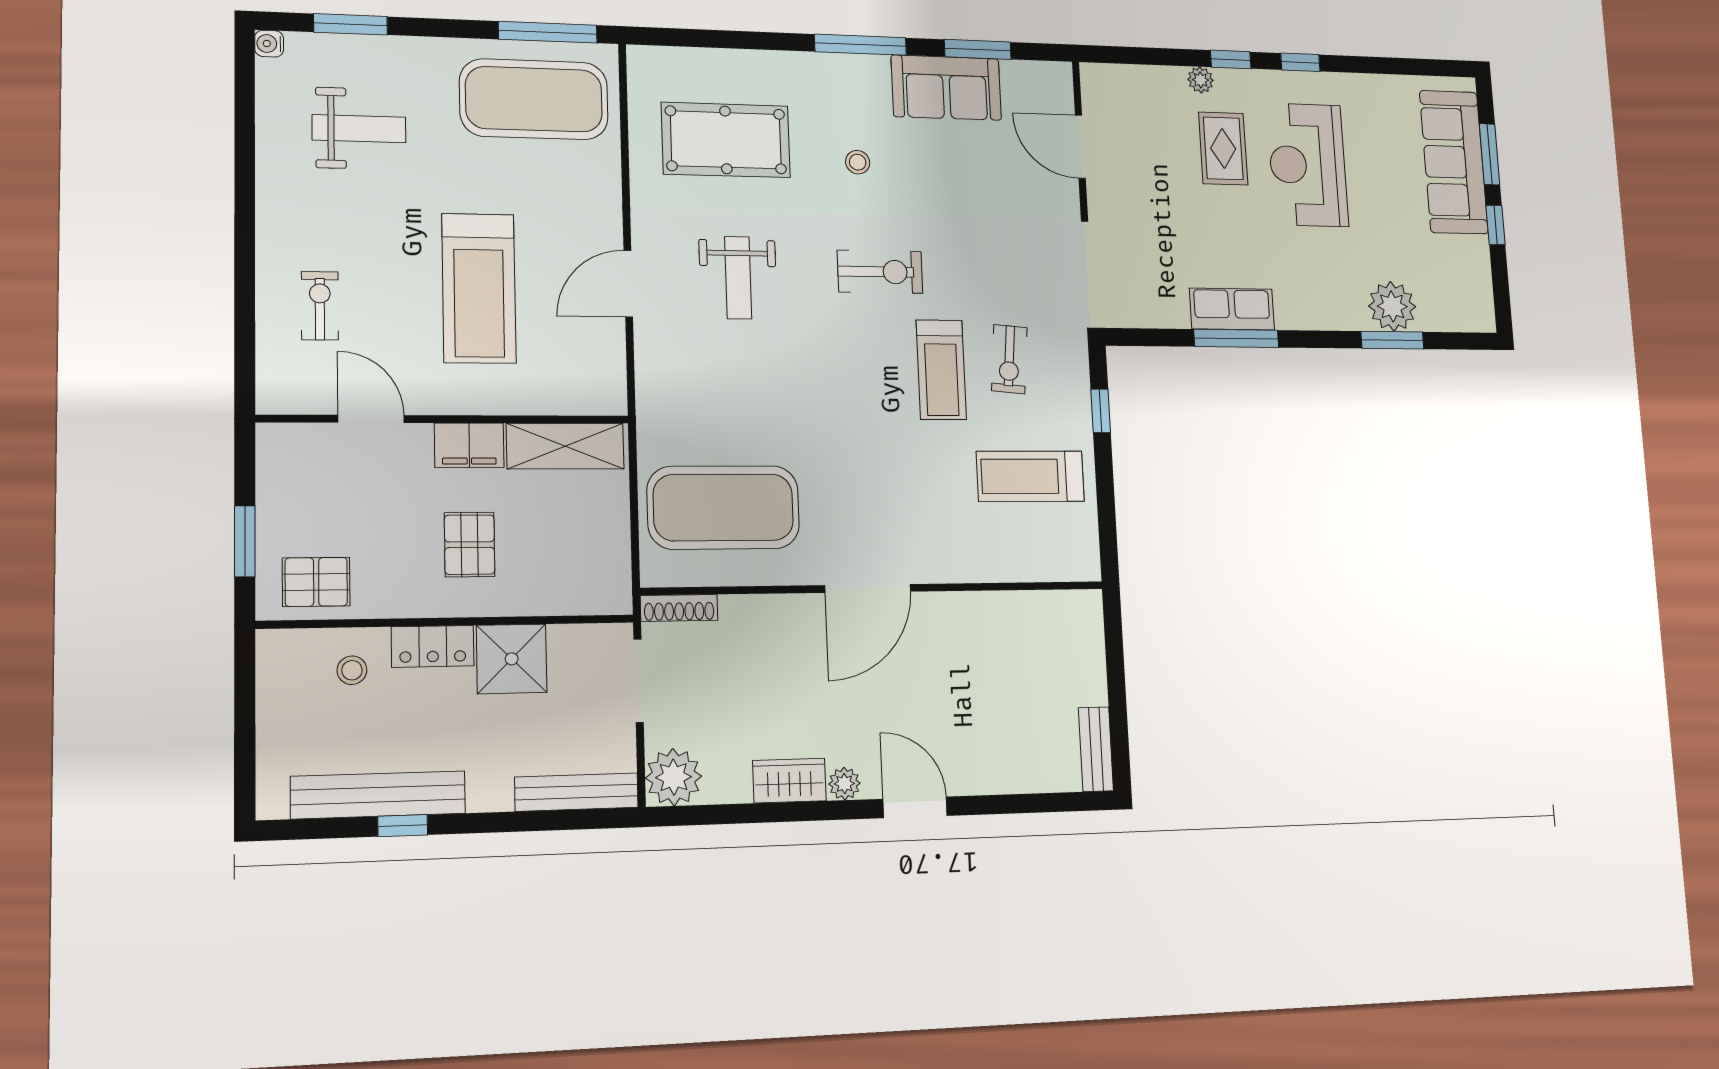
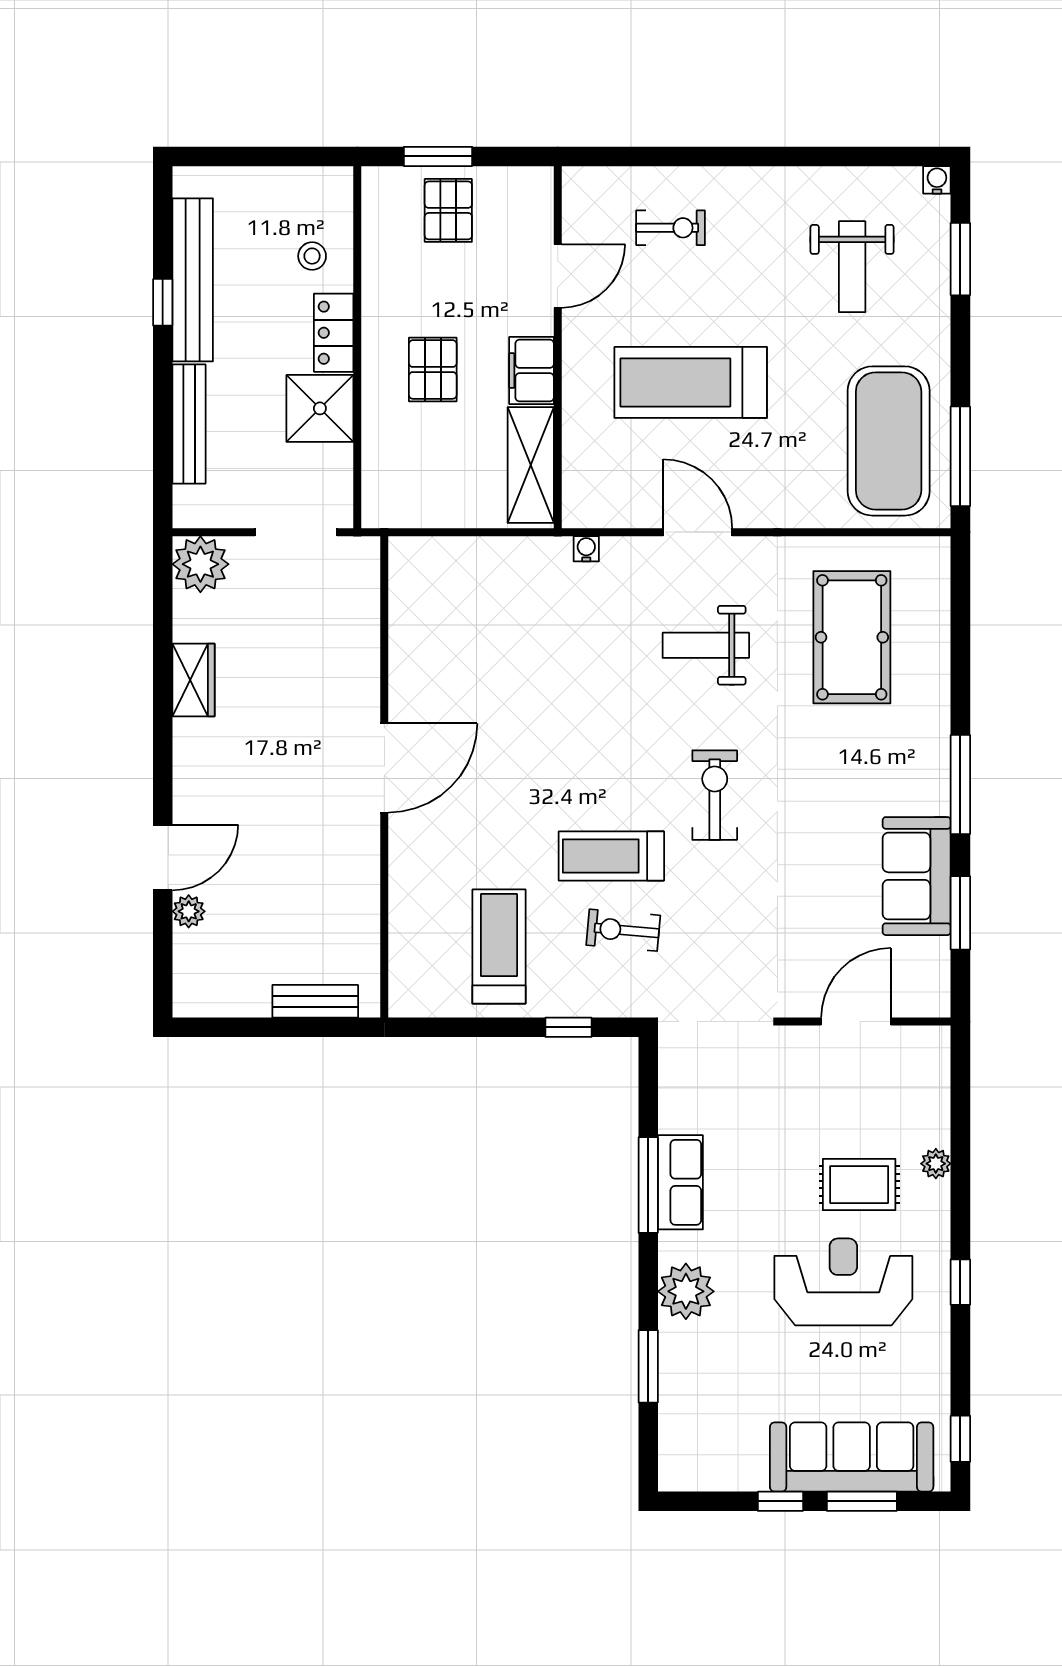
window: (1231, 59) -> (960, 1439), moved
stool: (858, 162) -> (832, 776), removed
exercise bike: (880, 272) -> (715, 795), turned 180
plant: (1392, 306) -> (686, 1291), moved
water cooler: (647, 392) -> (586, 549), added
exercise mat: (723, 507) -> (468, 622), removed
pallet: (470, 545) -> (433, 369), turned 90
pallet: (316, 582) -> (448, 210), moved
door: (868, 588) -> (384, 768), swing flipped
shoe rack: (679, 608) -> (367, 575), removed
bench: (1096, 749) -> (315, 1001), moved
plant: (844, 784) -> (189, 911), moved
bench: (577, 792) -> (189, 424), moved
door: (915, 807) -> (163, 857), moved

